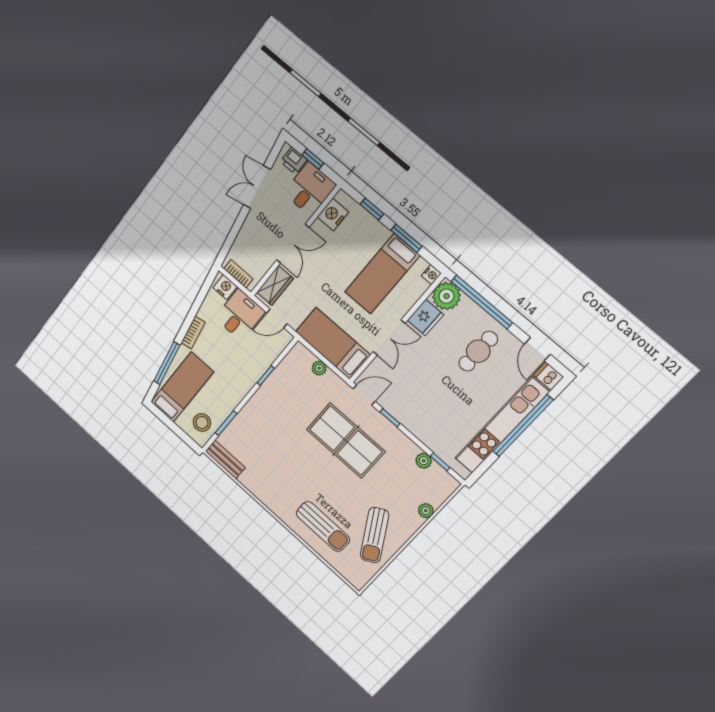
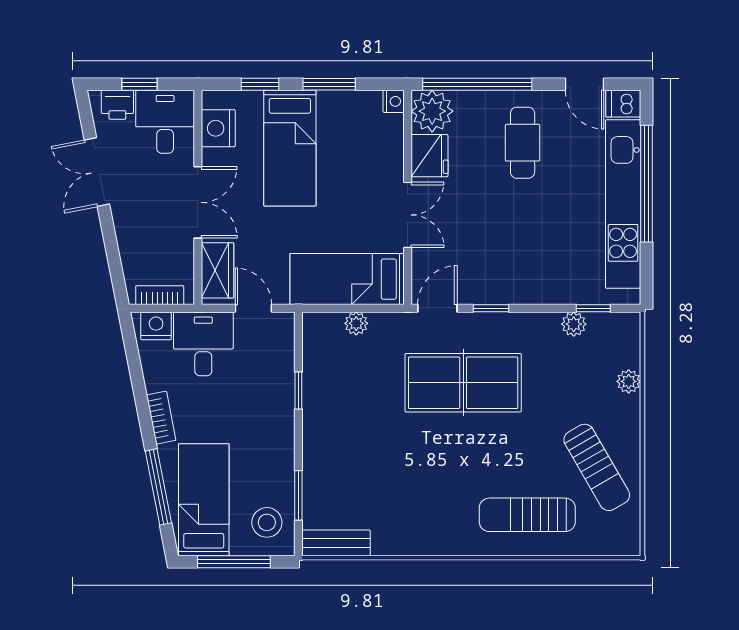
bed: (382, 274) -> (290, 148), moved
door: (277, 318) -> (253, 308), swing flipped
window: (173, 427) -> (234, 562), added
sun lounger: (323, 526) -> (527, 515), turned 180

